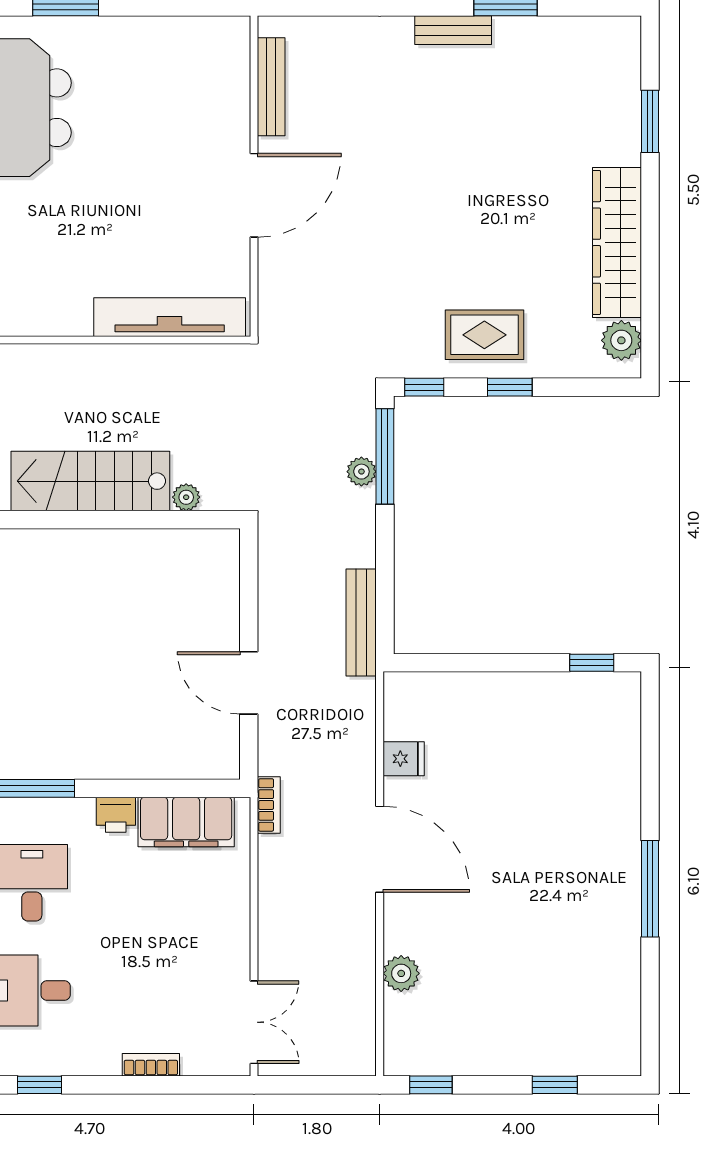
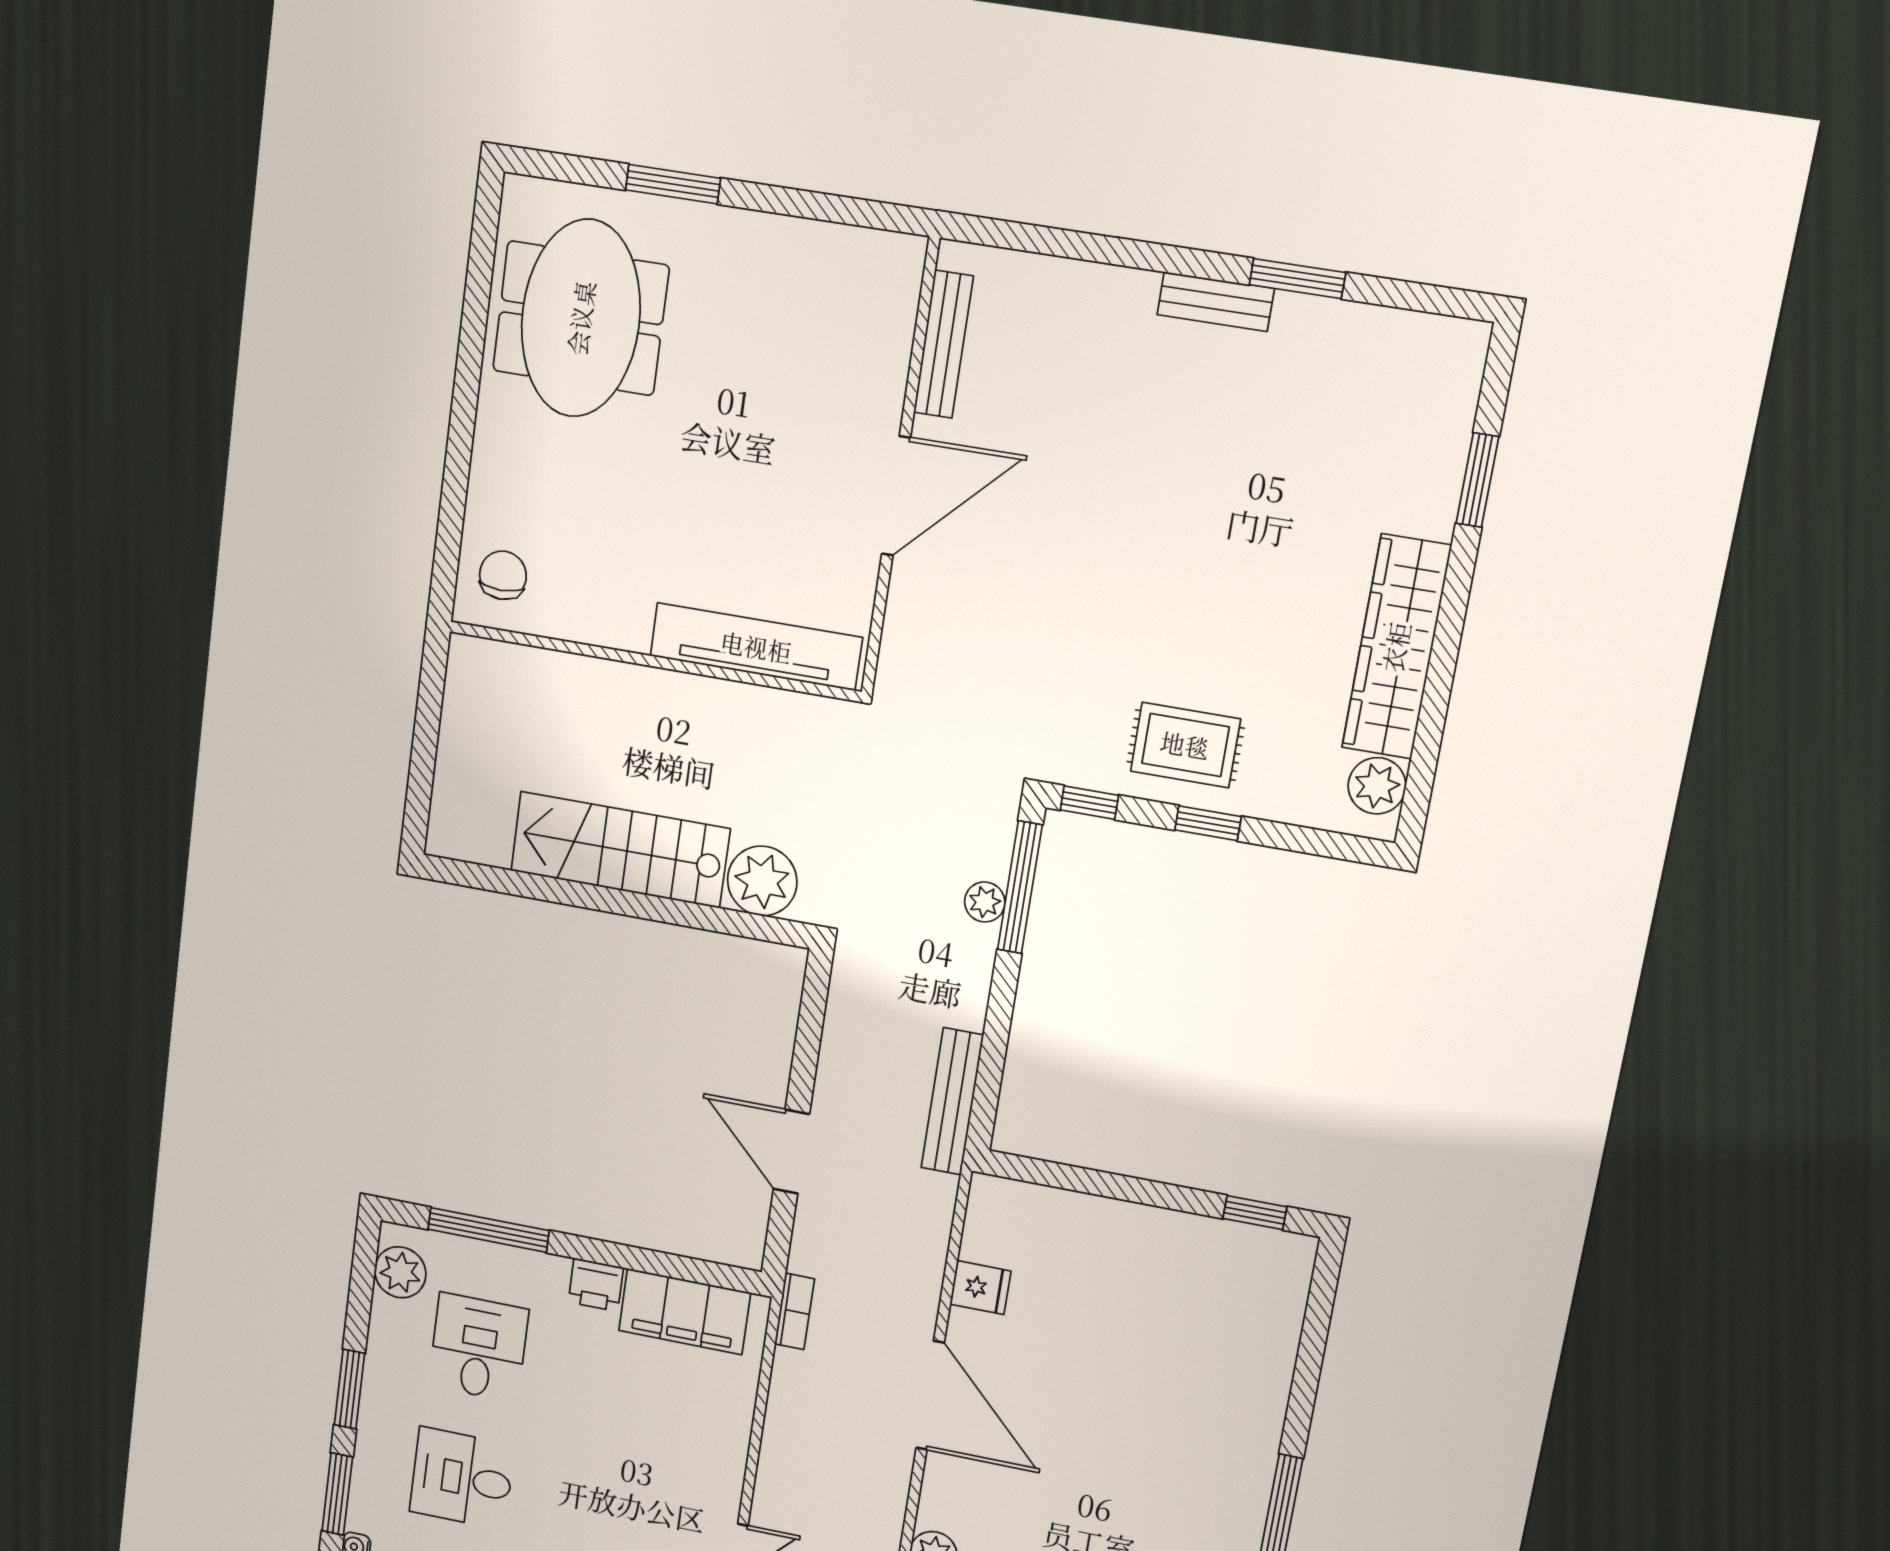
plant: (186, 497) -> (762, 881), width x1.88, depth x1.88

